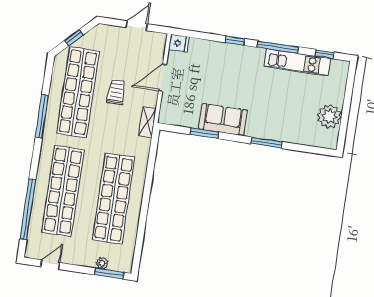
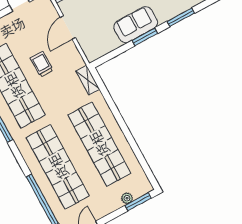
shelving: (147, 122) -> (88, 80), moved
window: (204, 133) -> (145, 37), moved

